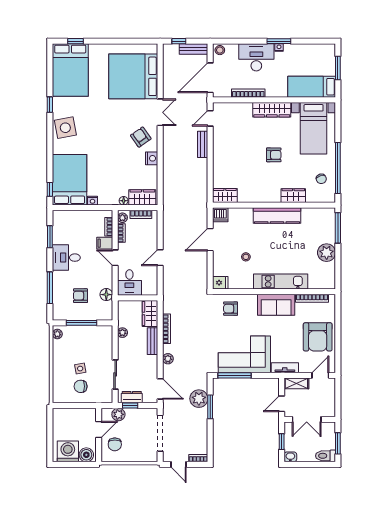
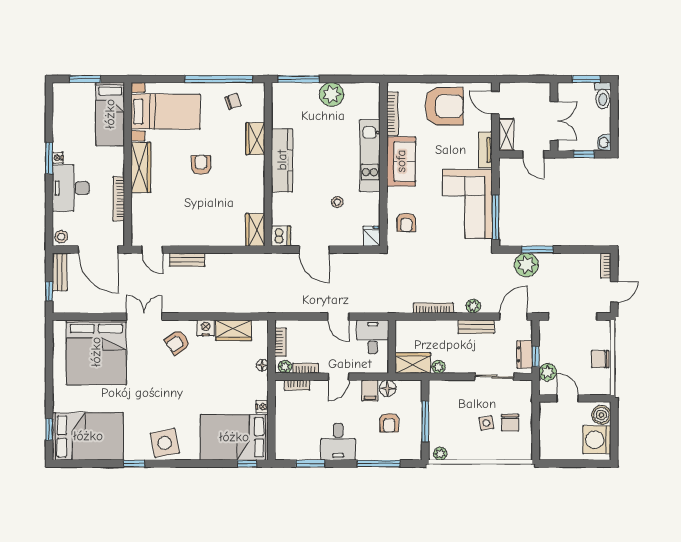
wardrobe: (142, 197) -> (234, 330), moved, turned -90
filing cabinet: (105, 243) -> (370, 391), moved
desk: (129, 282) -> (373, 337), moved, turned -90
wardrobe: (150, 313) -> (413, 363), moved, turned 180
bench: (152, 341) -> (476, 327), moved
chair: (115, 444) -> (600, 359), moved, turned 180

